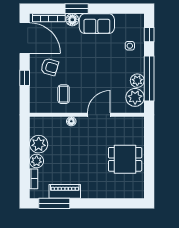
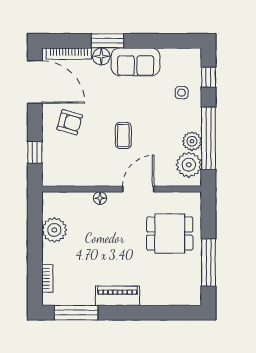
window: (25, 78) -> (35, 152), moved
coffee table: (64, 94) -> (123, 135), moved
dining table: (125, 159) -> (170, 234), moved
plant: (37, 161) -> (51, 253), removed
window: (149, 168) -> (208, 263), added
piano: (65, 191) -> (118, 296), moved

